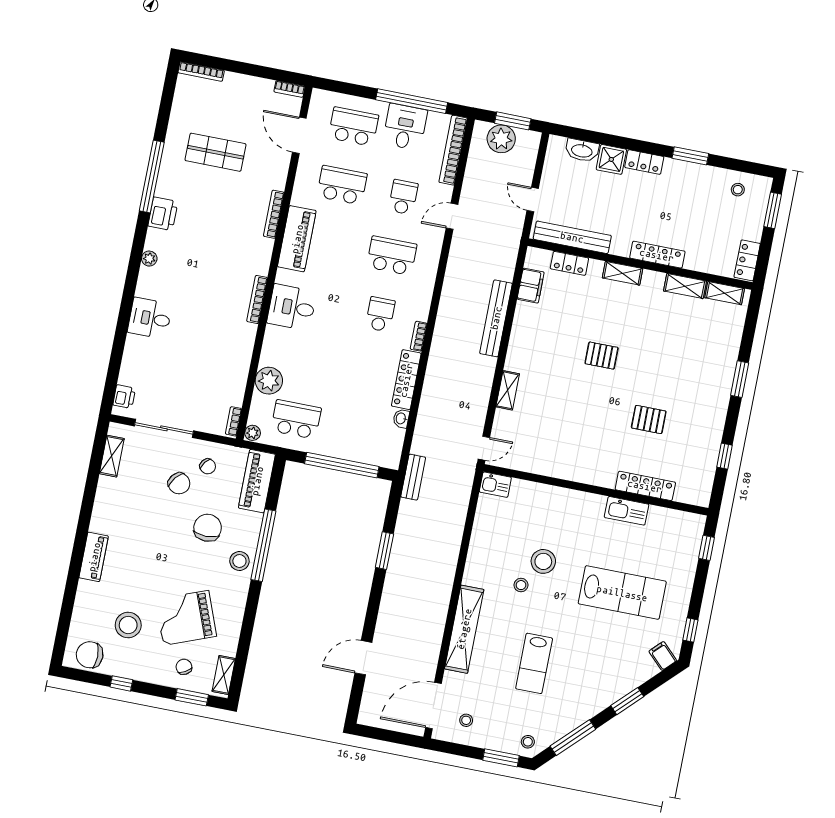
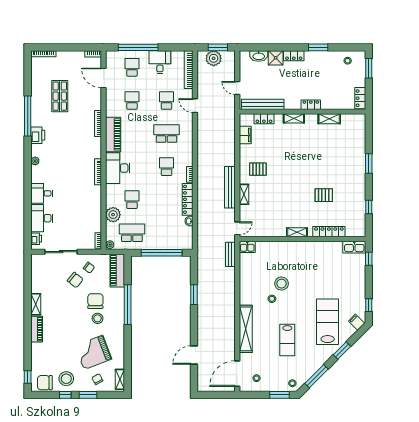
window: (412, 101) -> (138, 47), moved
school desk: (354, 127) -> (132, 67), width x0.54
shop shelf: (216, 152) -> (60, 96), turned 90
school desk: (342, 185) -> (132, 100), width x0.54
door: (452, 216) -> (195, 106), hinge flipped
locker: (657, 255) -> (311, 105), width x0.66
shelving: (725, 293) -> (297, 232), moved
desk: (292, 307) -> (118, 168), width x1.37
bench: (496, 318) -> (230, 187), moved
pallet: (602, 356) -> (258, 169), moved
school desk: (308, 361) -> (132, 200), added
desk: (141, 362) -> (42, 218), added
shelving: (112, 456) -> (36, 304), moved
bench: (413, 477) -> (230, 254), moved
kitchen sink: (627, 511) -> (354, 247), moved
stool: (239, 561) -> (98, 318), moved
lab bench: (622, 593) -> (328, 322), moved, turned -90
stool: (128, 625) -> (66, 379), moved
window: (61, 639) -> (28, 377), added
window: (192, 697) -> (88, 395), moved

